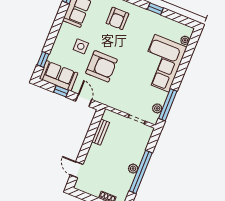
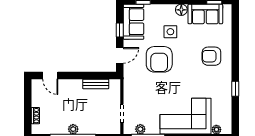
floor lamp: (65, 29) -> (181, 10), added
door: (77, 170) -> (50, 75), swing flipped

